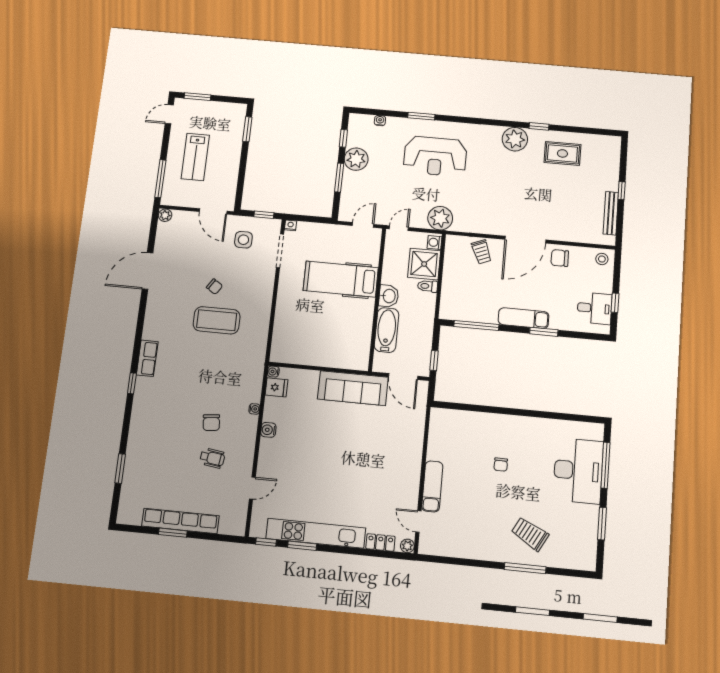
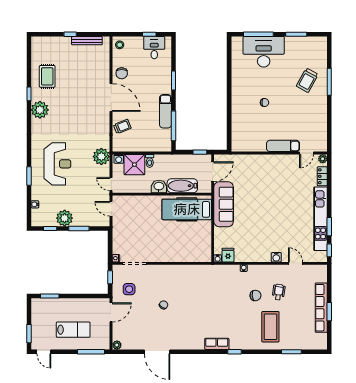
hospital bed: (341, 279) -> (187, 209), moved, turned 90
exam couch: (523, 318) -> (165, 111), moved
coffee table: (217, 320) -> (270, 327), moved
water cooler: (268, 430) -> (276, 257), moved

